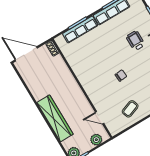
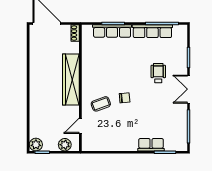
coffee table: (130, 109) -> (101, 104), moved
wardrobe: (55, 118) -> (71, 79), moved, turned 180
door: (100, 118) -> (80, 126), hinge flipped

